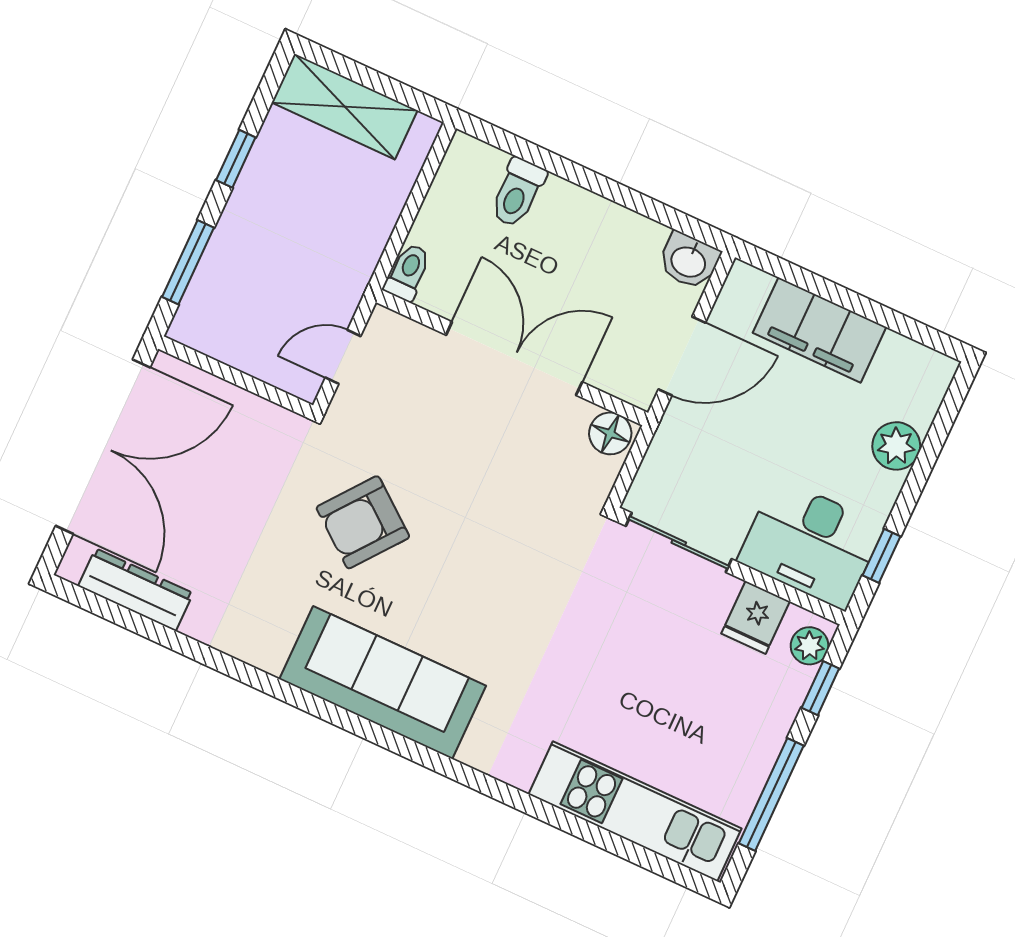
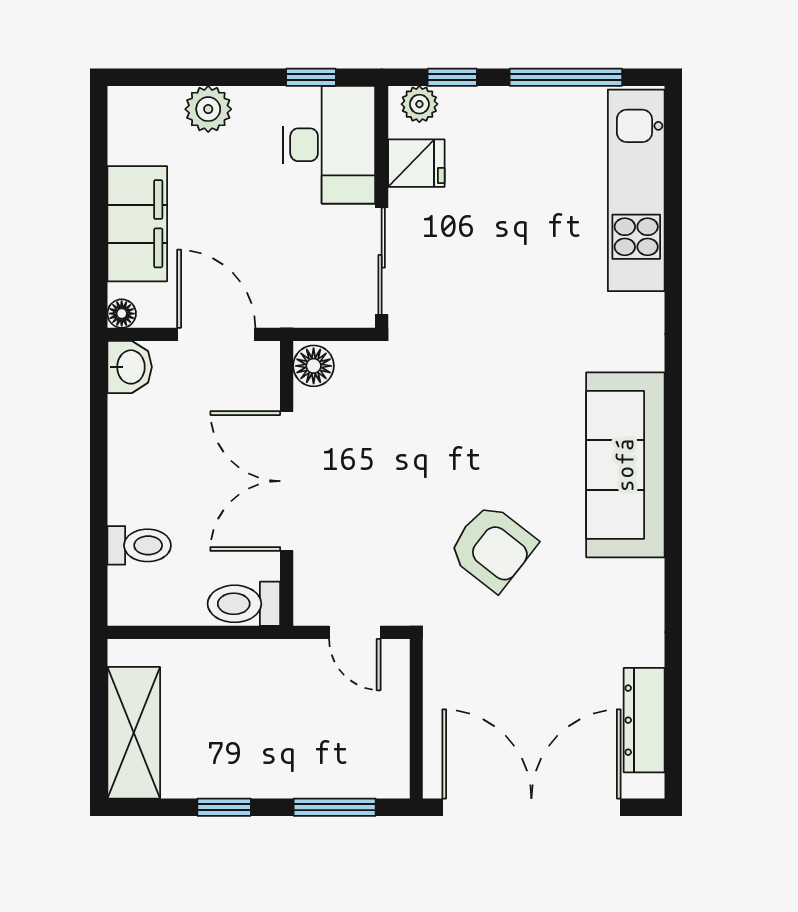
toilet: (408, 272) -> (244, 604), width x1.37, depth x1.39
floor lamp: (742, 276) -> (122, 314), added

